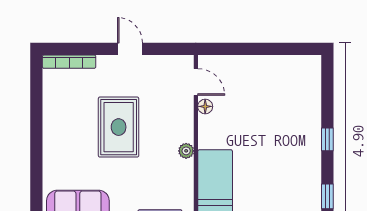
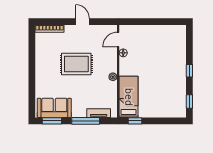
door: (196, 82) -> (118, 40), swing flipped
rug: (119, 127) -> (76, 64), turned 90

